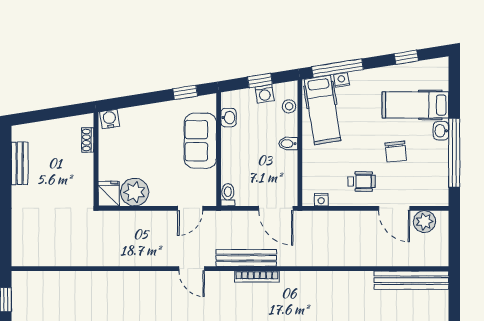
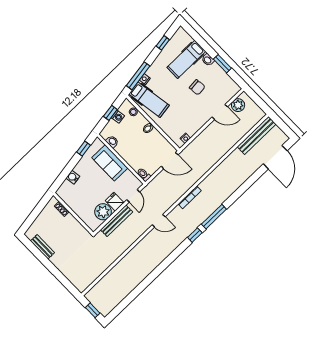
water cooler: (110, 119) -> (73, 177), moved
window: (454, 153) -> (222, 64), width x0.47
wheelchair: (362, 181) -> (195, 114), removed
fridge: (109, 194) -> (115, 202), moved
bench: (246, 258) -> (117, 221), moved

